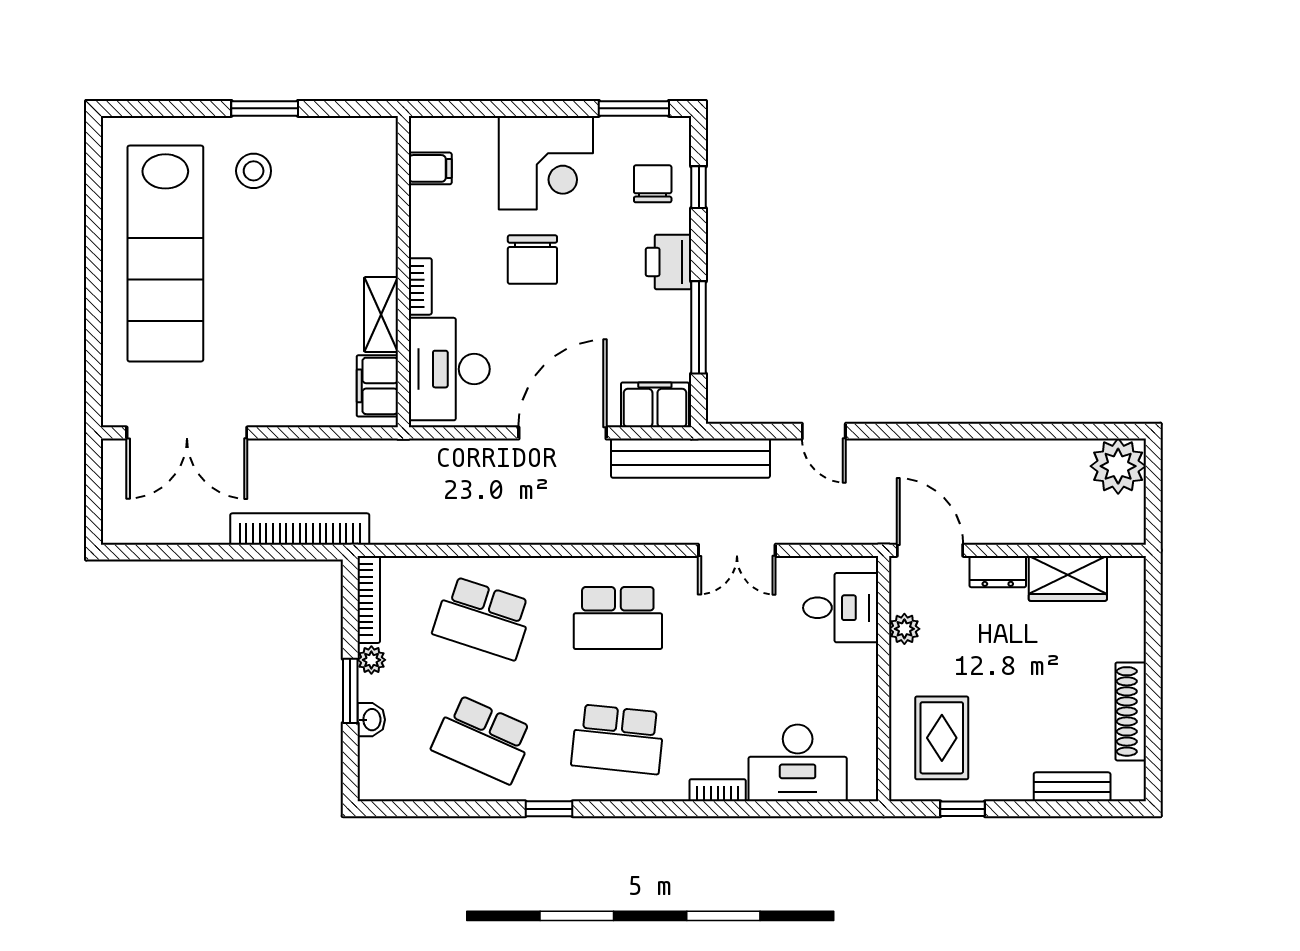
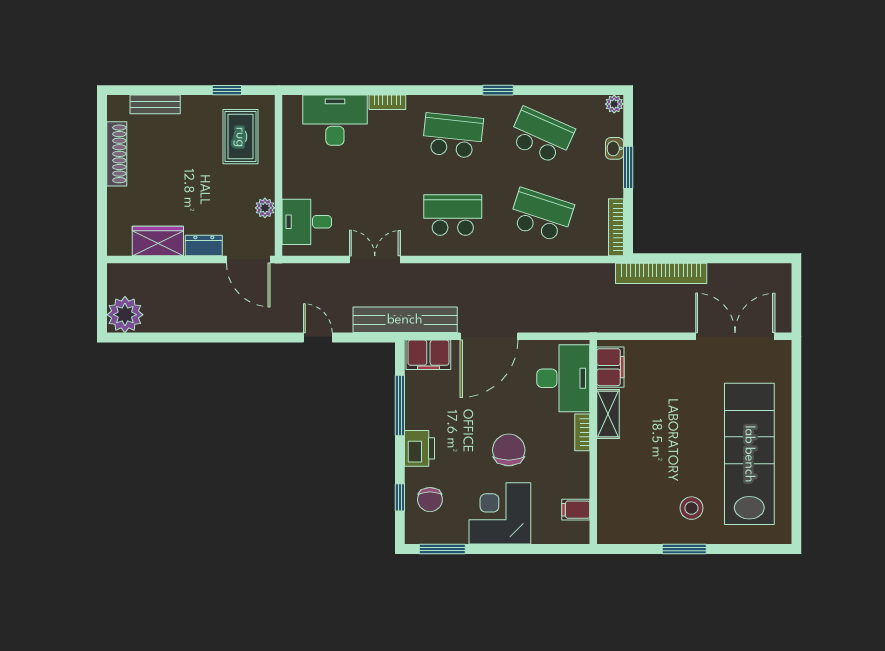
plant: (371, 660) -> (614, 104), moved

